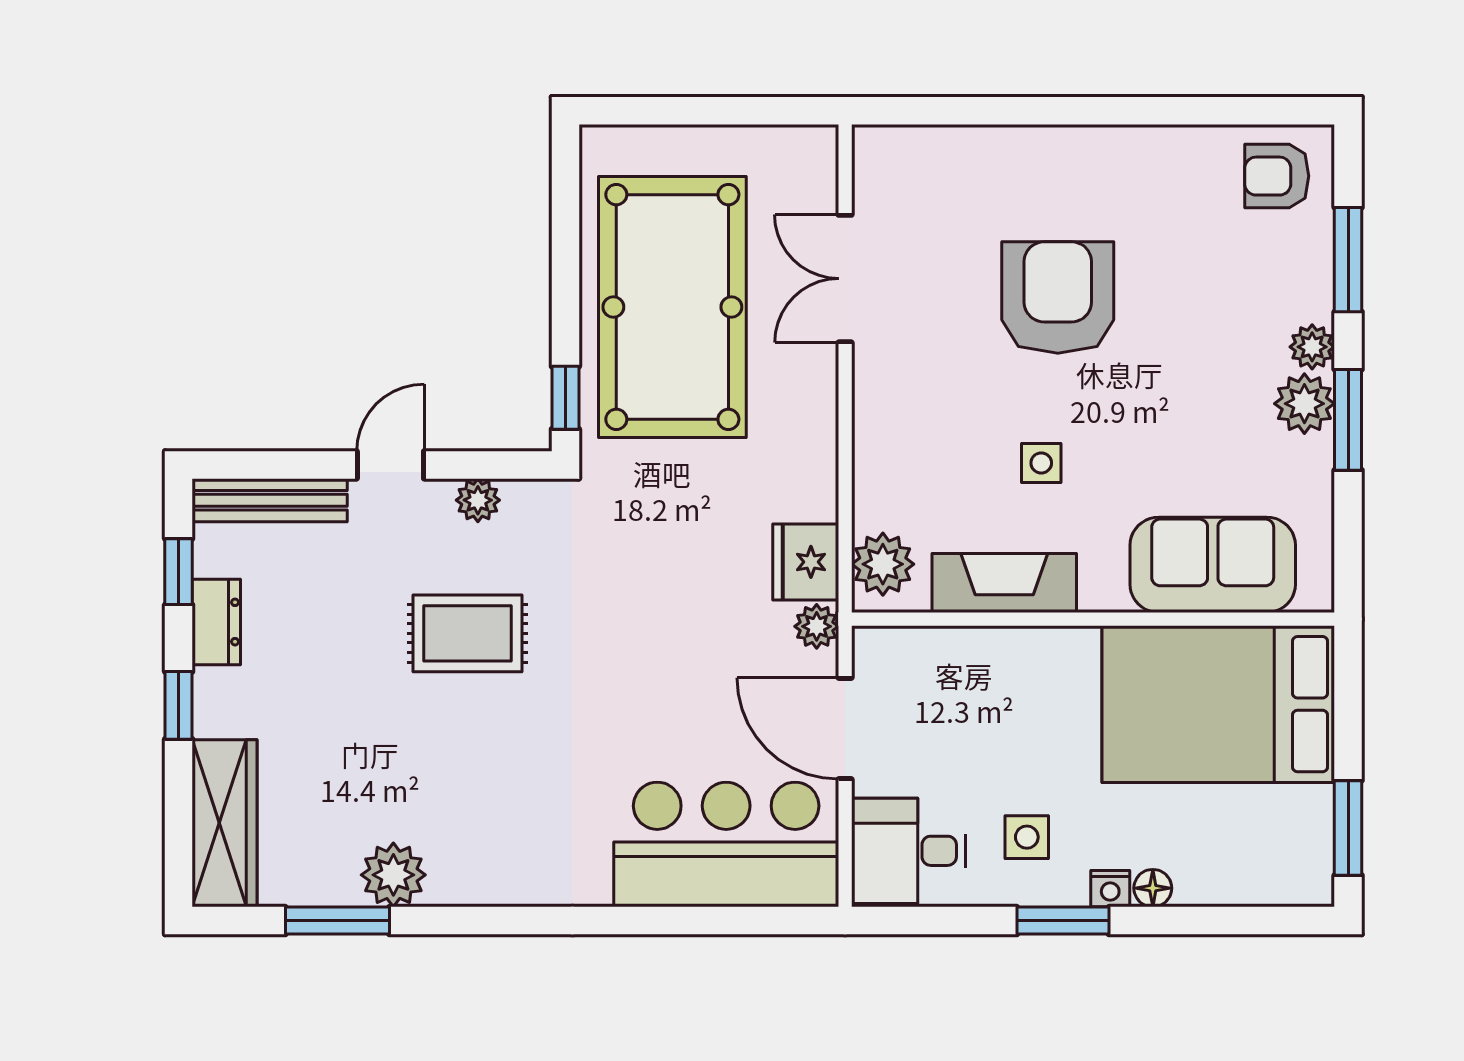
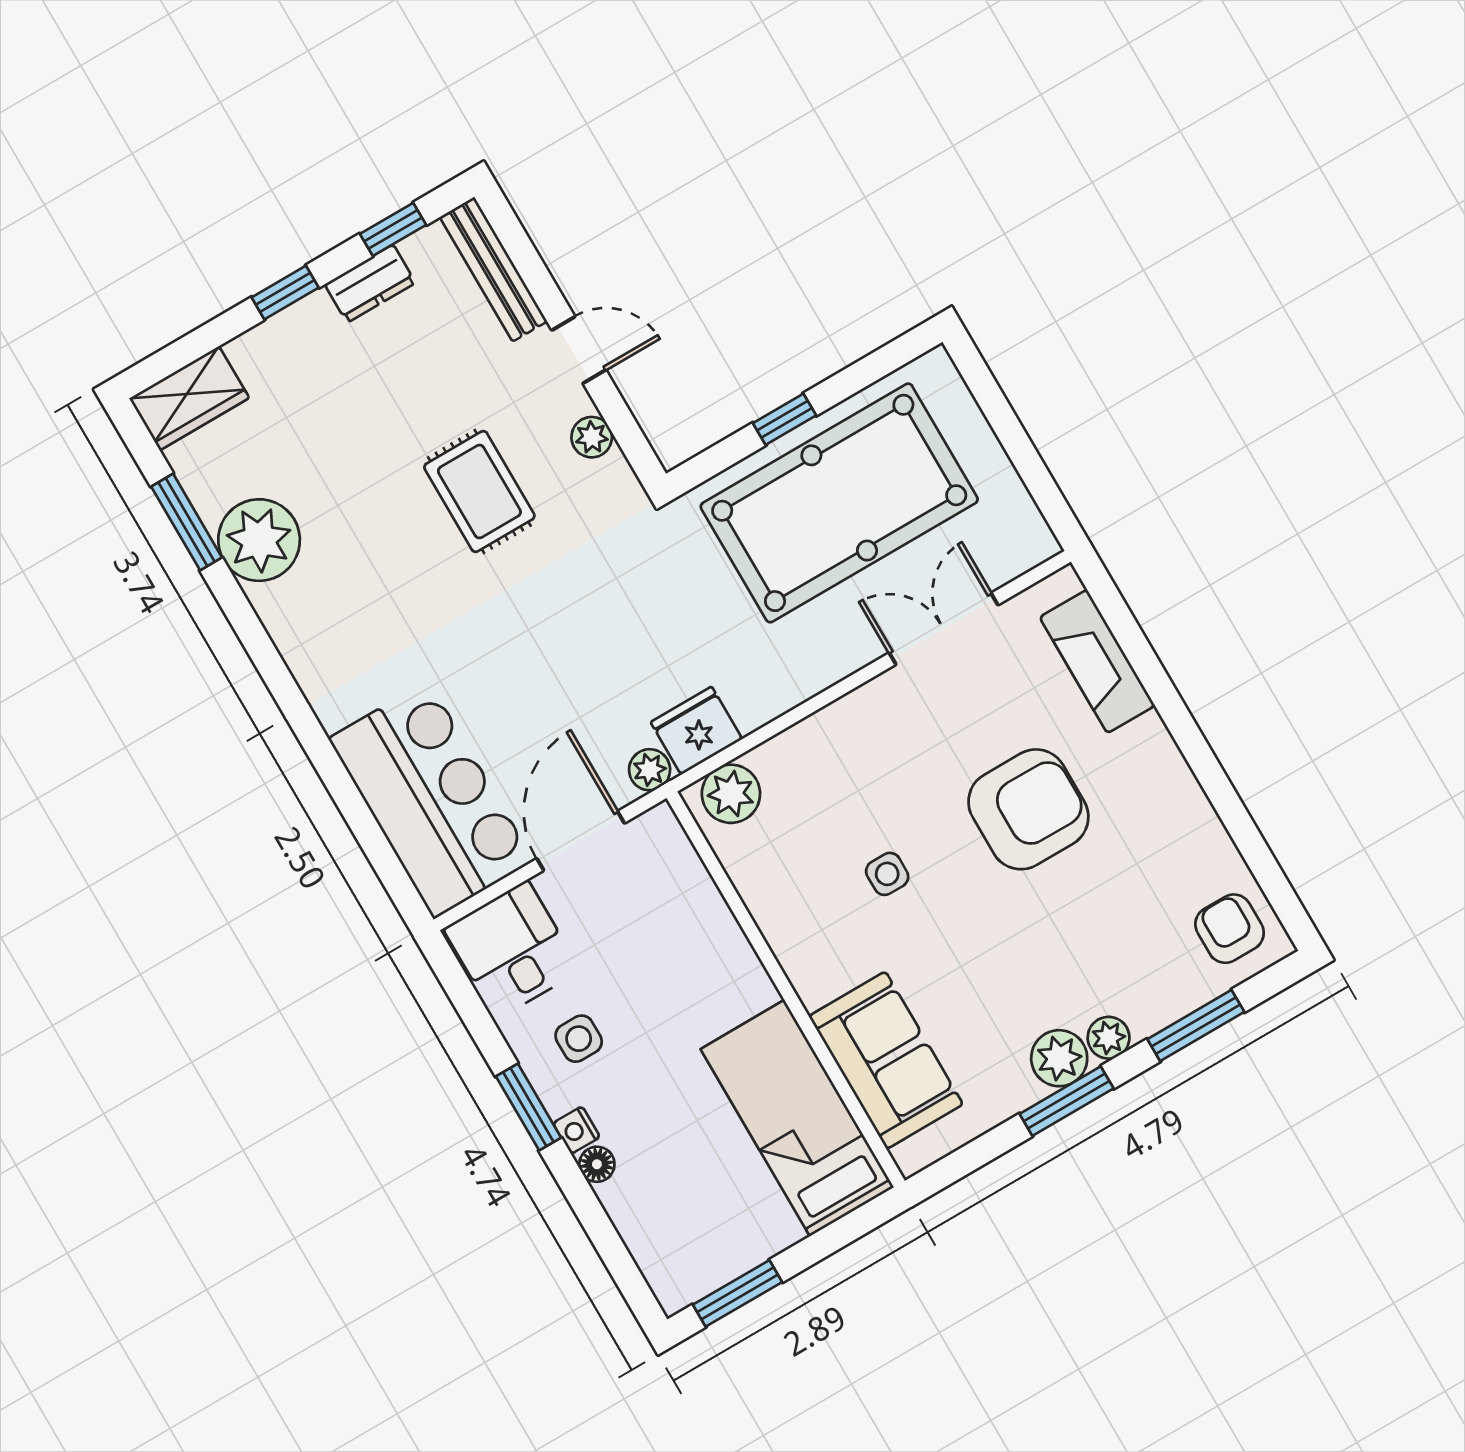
window: (565, 398) -> (785, 419), moved
fireplace: (1004, 583) -> (1097, 661), moved, turned 180
bed: (1218, 704) -> (797, 1118), width x0.67
wardrobe: (224, 823) -> (189, 398), width x0.67
plant: (393, 875) -> (259, 540), width x1.36, depth x1.36

